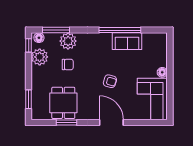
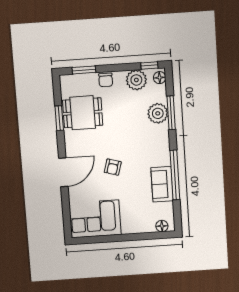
window: (56, 30) -> (171, 113), moved
chair: (68, 65) -> (106, 80), moved
floor lamp: (162, 72) -> (162, 226), moved

